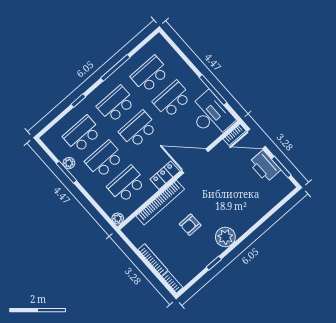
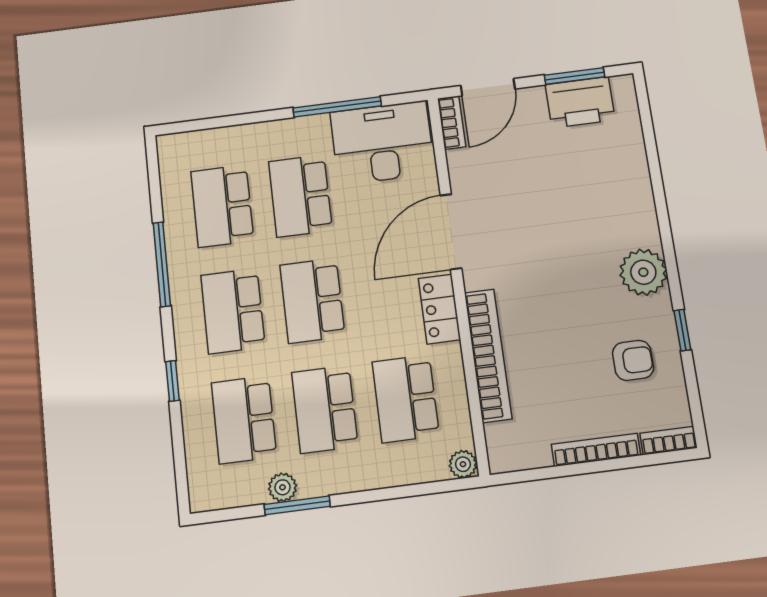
printer: (265, 166) -> (580, 102), moved
armchair: (190, 225) -> (633, 360), moved, turned -90

